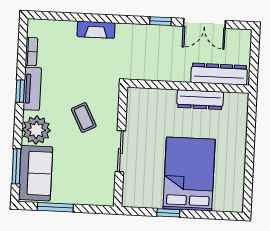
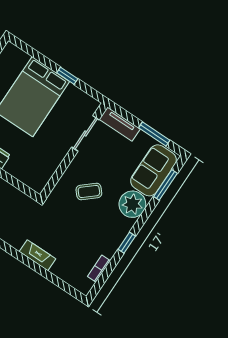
tv unit: (32, 89) -> (120, 124), moved, turned -90
coffee table: (84, 118) -> (89, 191), turned 76
sliding door: (120, 151) -> (85, 133), moved

